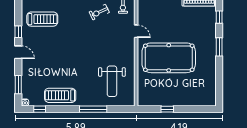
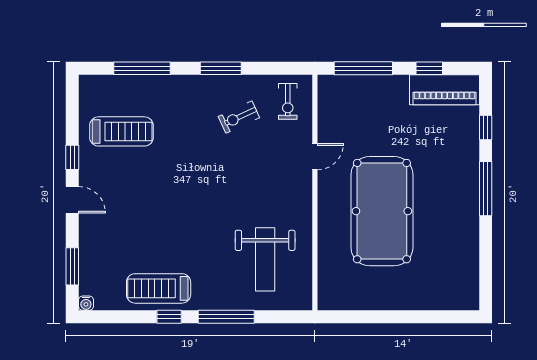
door: (136, 31) -> (315, 157), hinge flipped
window: (219, 47) -> (486, 189), width x1.44
pool table: (169, 58) -> (382, 211), turned 90
window: (40, 109) -> (169, 317), moved
window: (167, 109) -> (379, 317), removed

